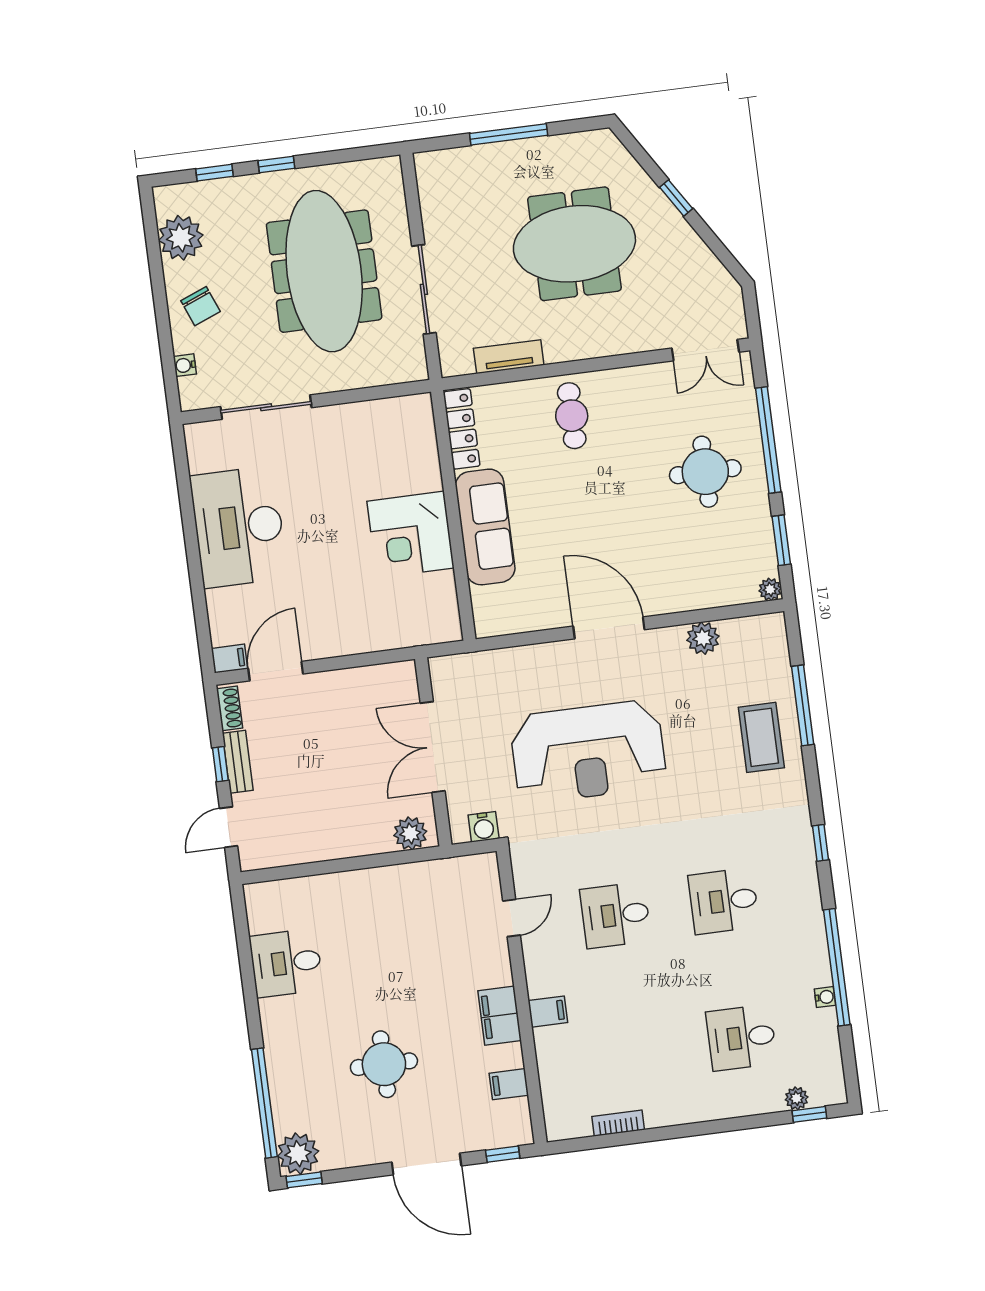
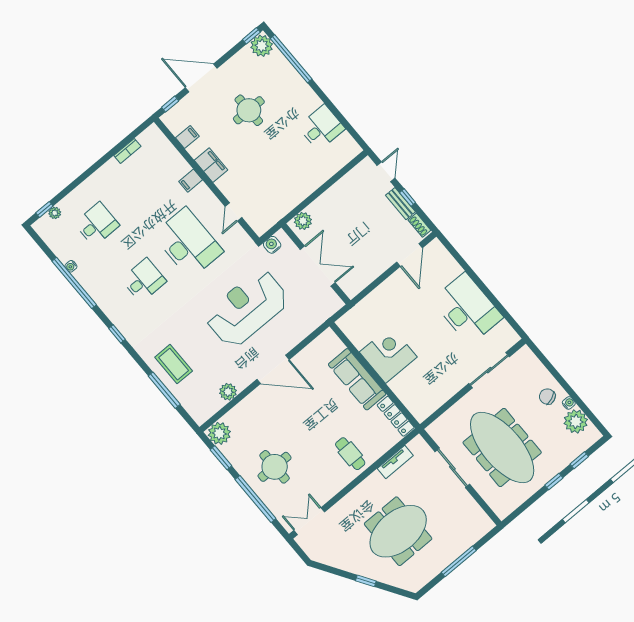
water cooler: (185, 365) -> (569, 403), moved
plant: (770, 589) -> (219, 433), width x1.87, depth x1.87
filing cabinet: (229, 659) -> (434, 247), removed
desk: (616, 915) -> (188, 243), width x1.87, depth x1.30

